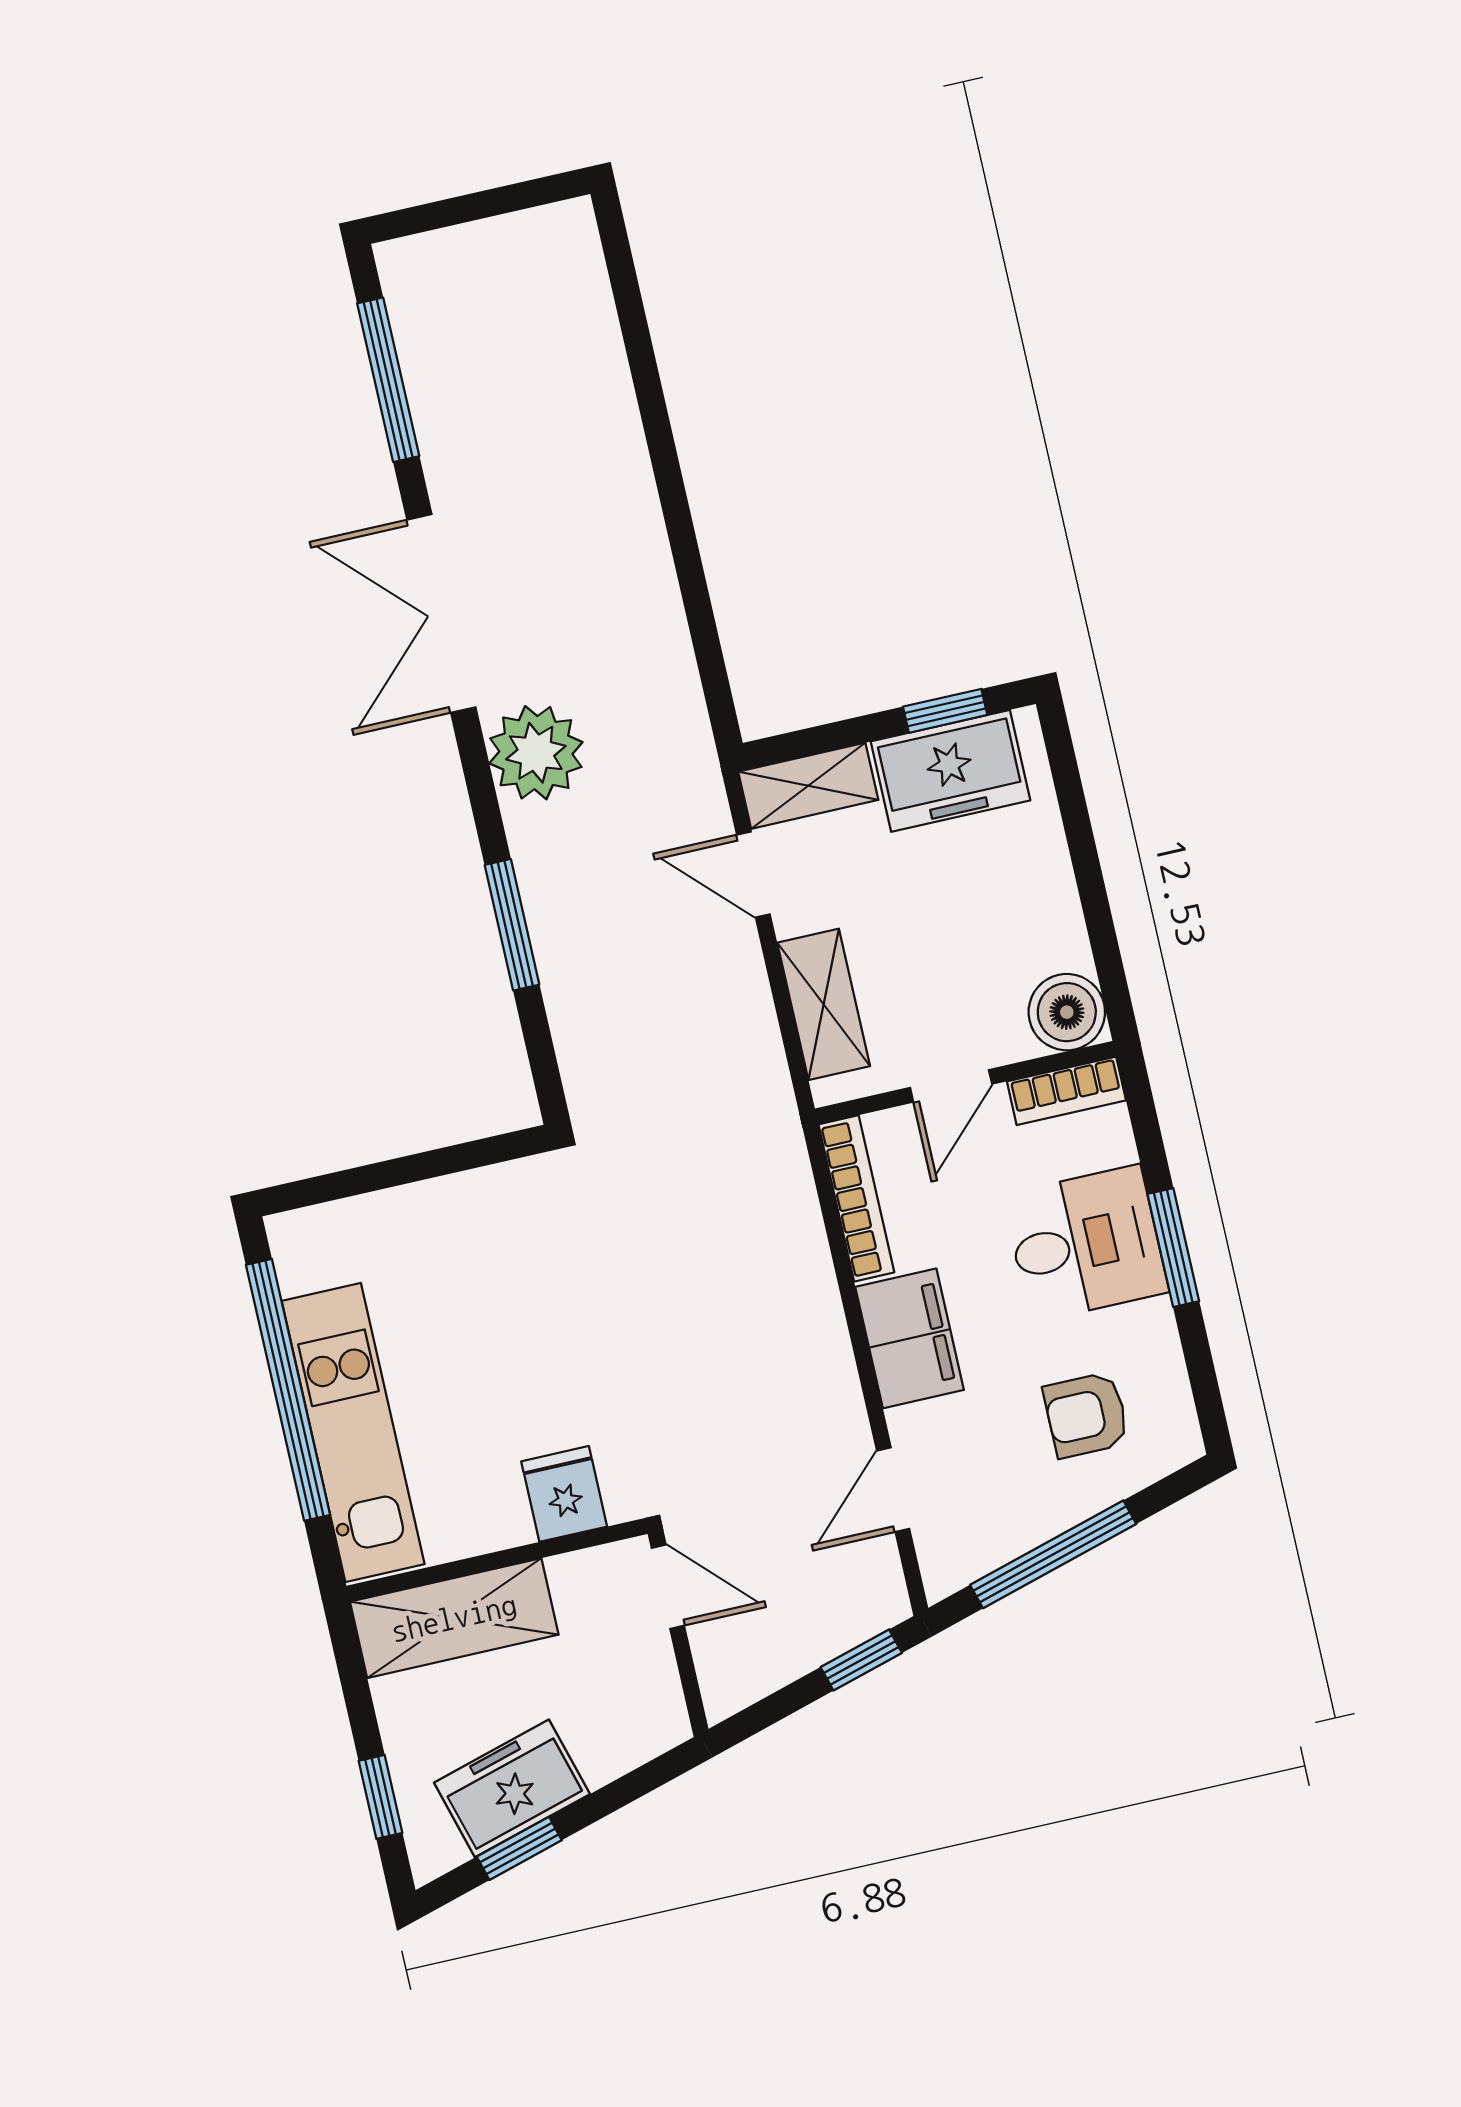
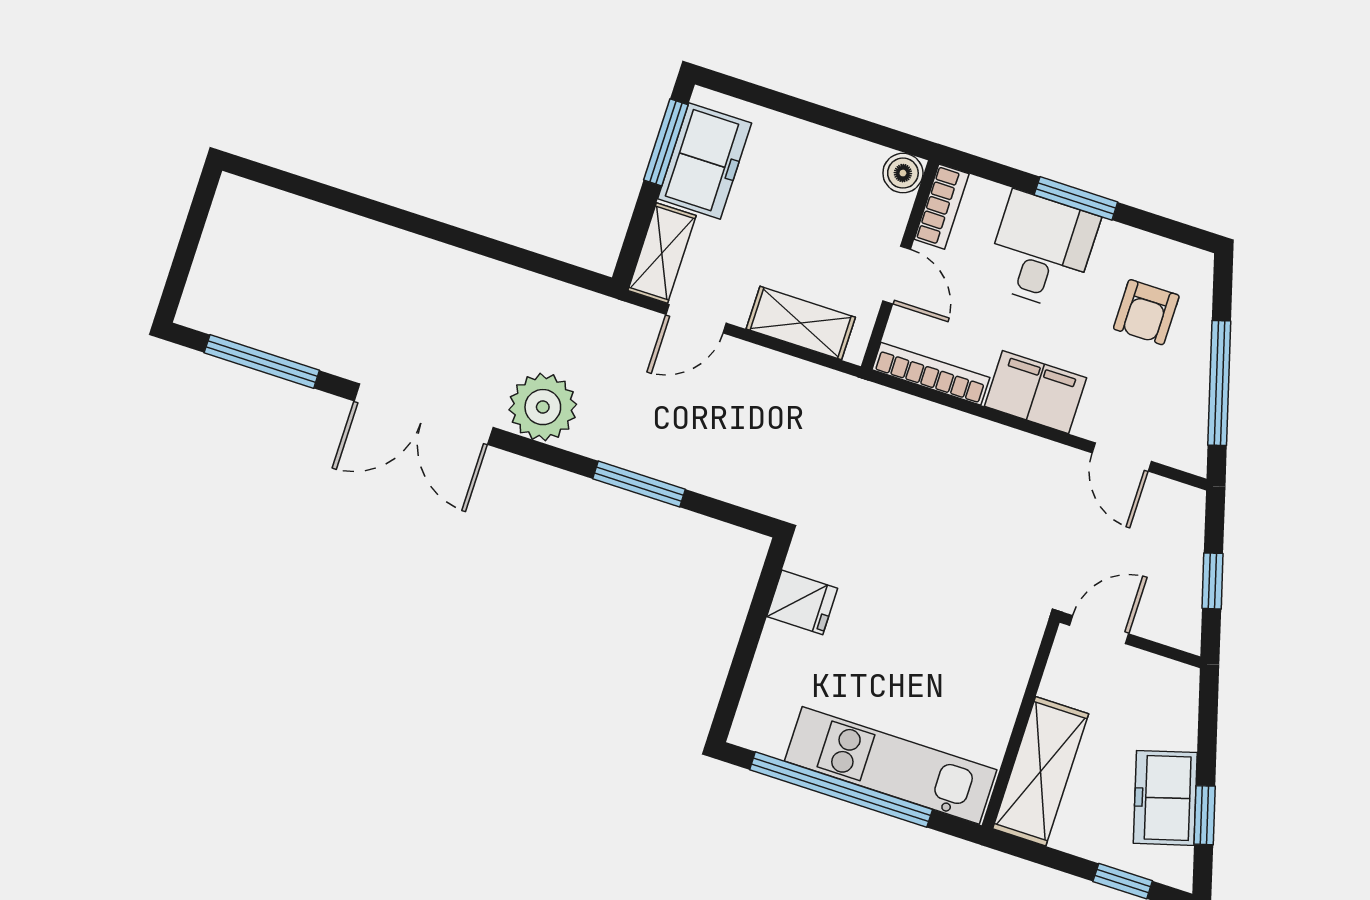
window: (945, 711) -> (666, 142), width x1.50
boiler: (1067, 1012) -> (903, 173), width x0.73, depth x0.73
fridge: (564, 1494) -> (802, 602), moved, turned 180
window: (861, 1660) -> (1213, 581), moved

